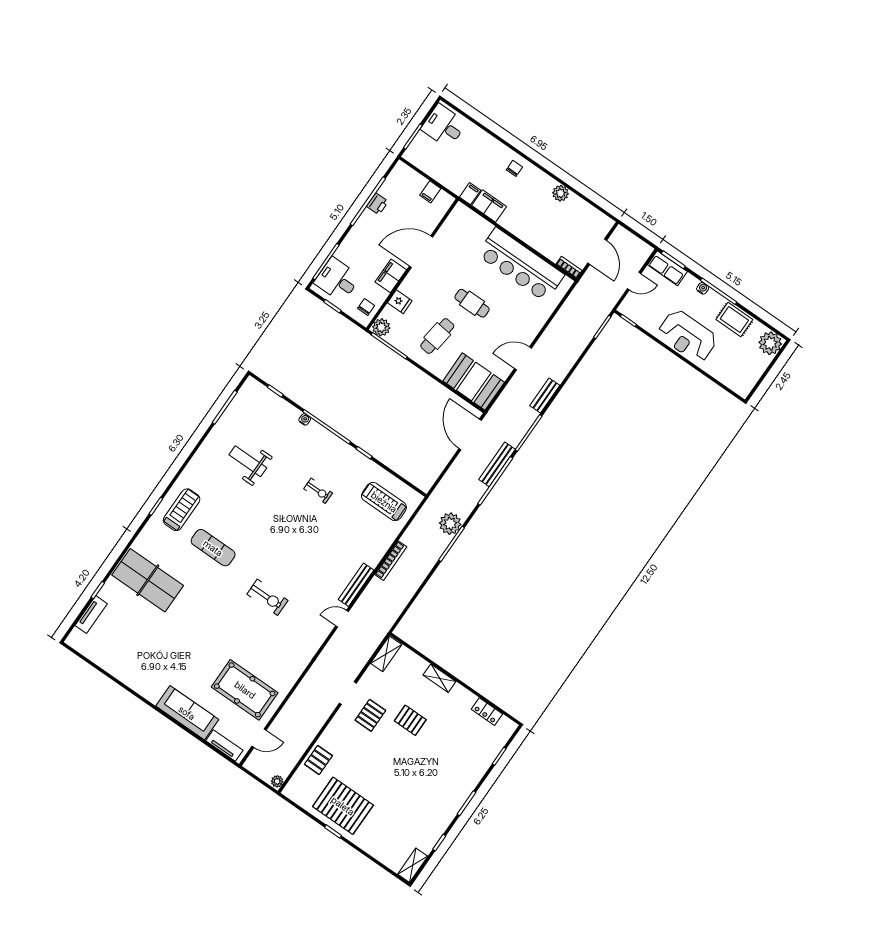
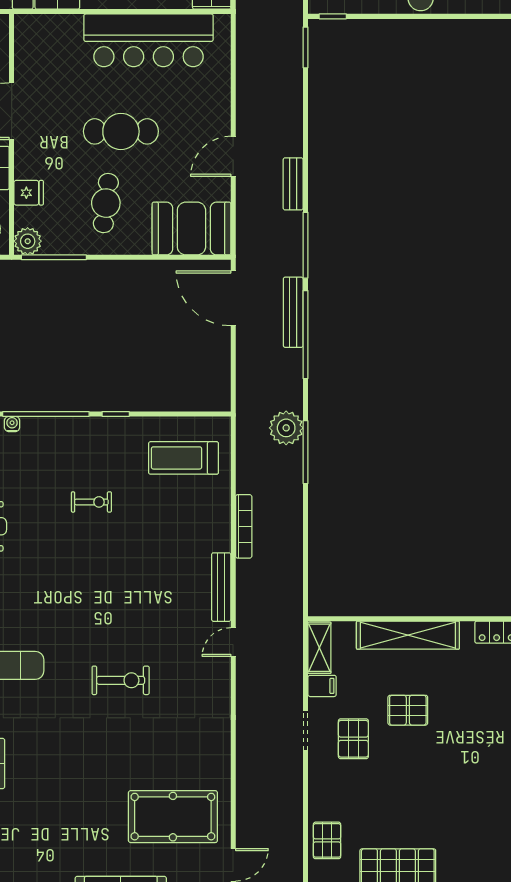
cafe table: (472, 303) -> (121, 131), width x1.37, depth x1.35
filing cabinet: (373, 675) -> (322, 686), added
shelving: (439, 678) -> (408, 635), width x2.20, depth x1.33

